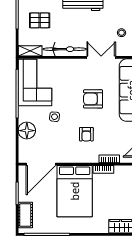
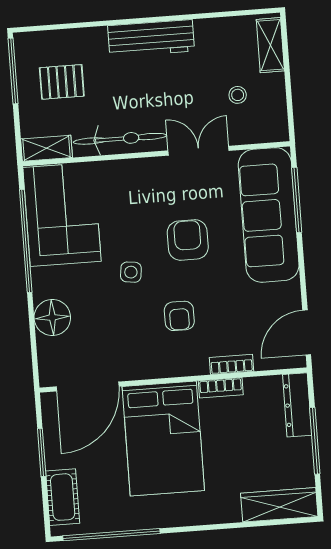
armchair: (93, 99) -> (188, 240), turned 90
side table: (54, 117) -> (131, 272), moved

